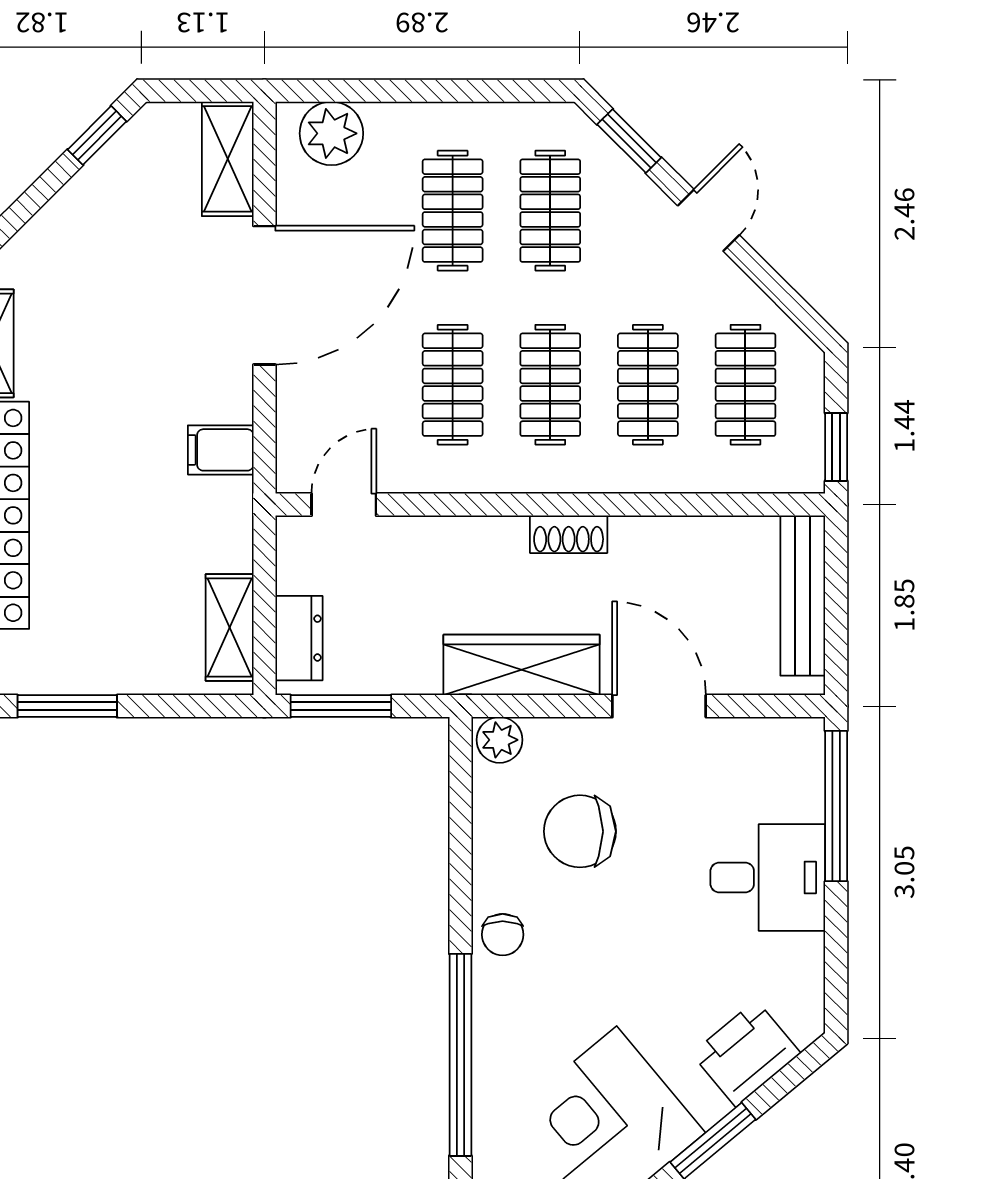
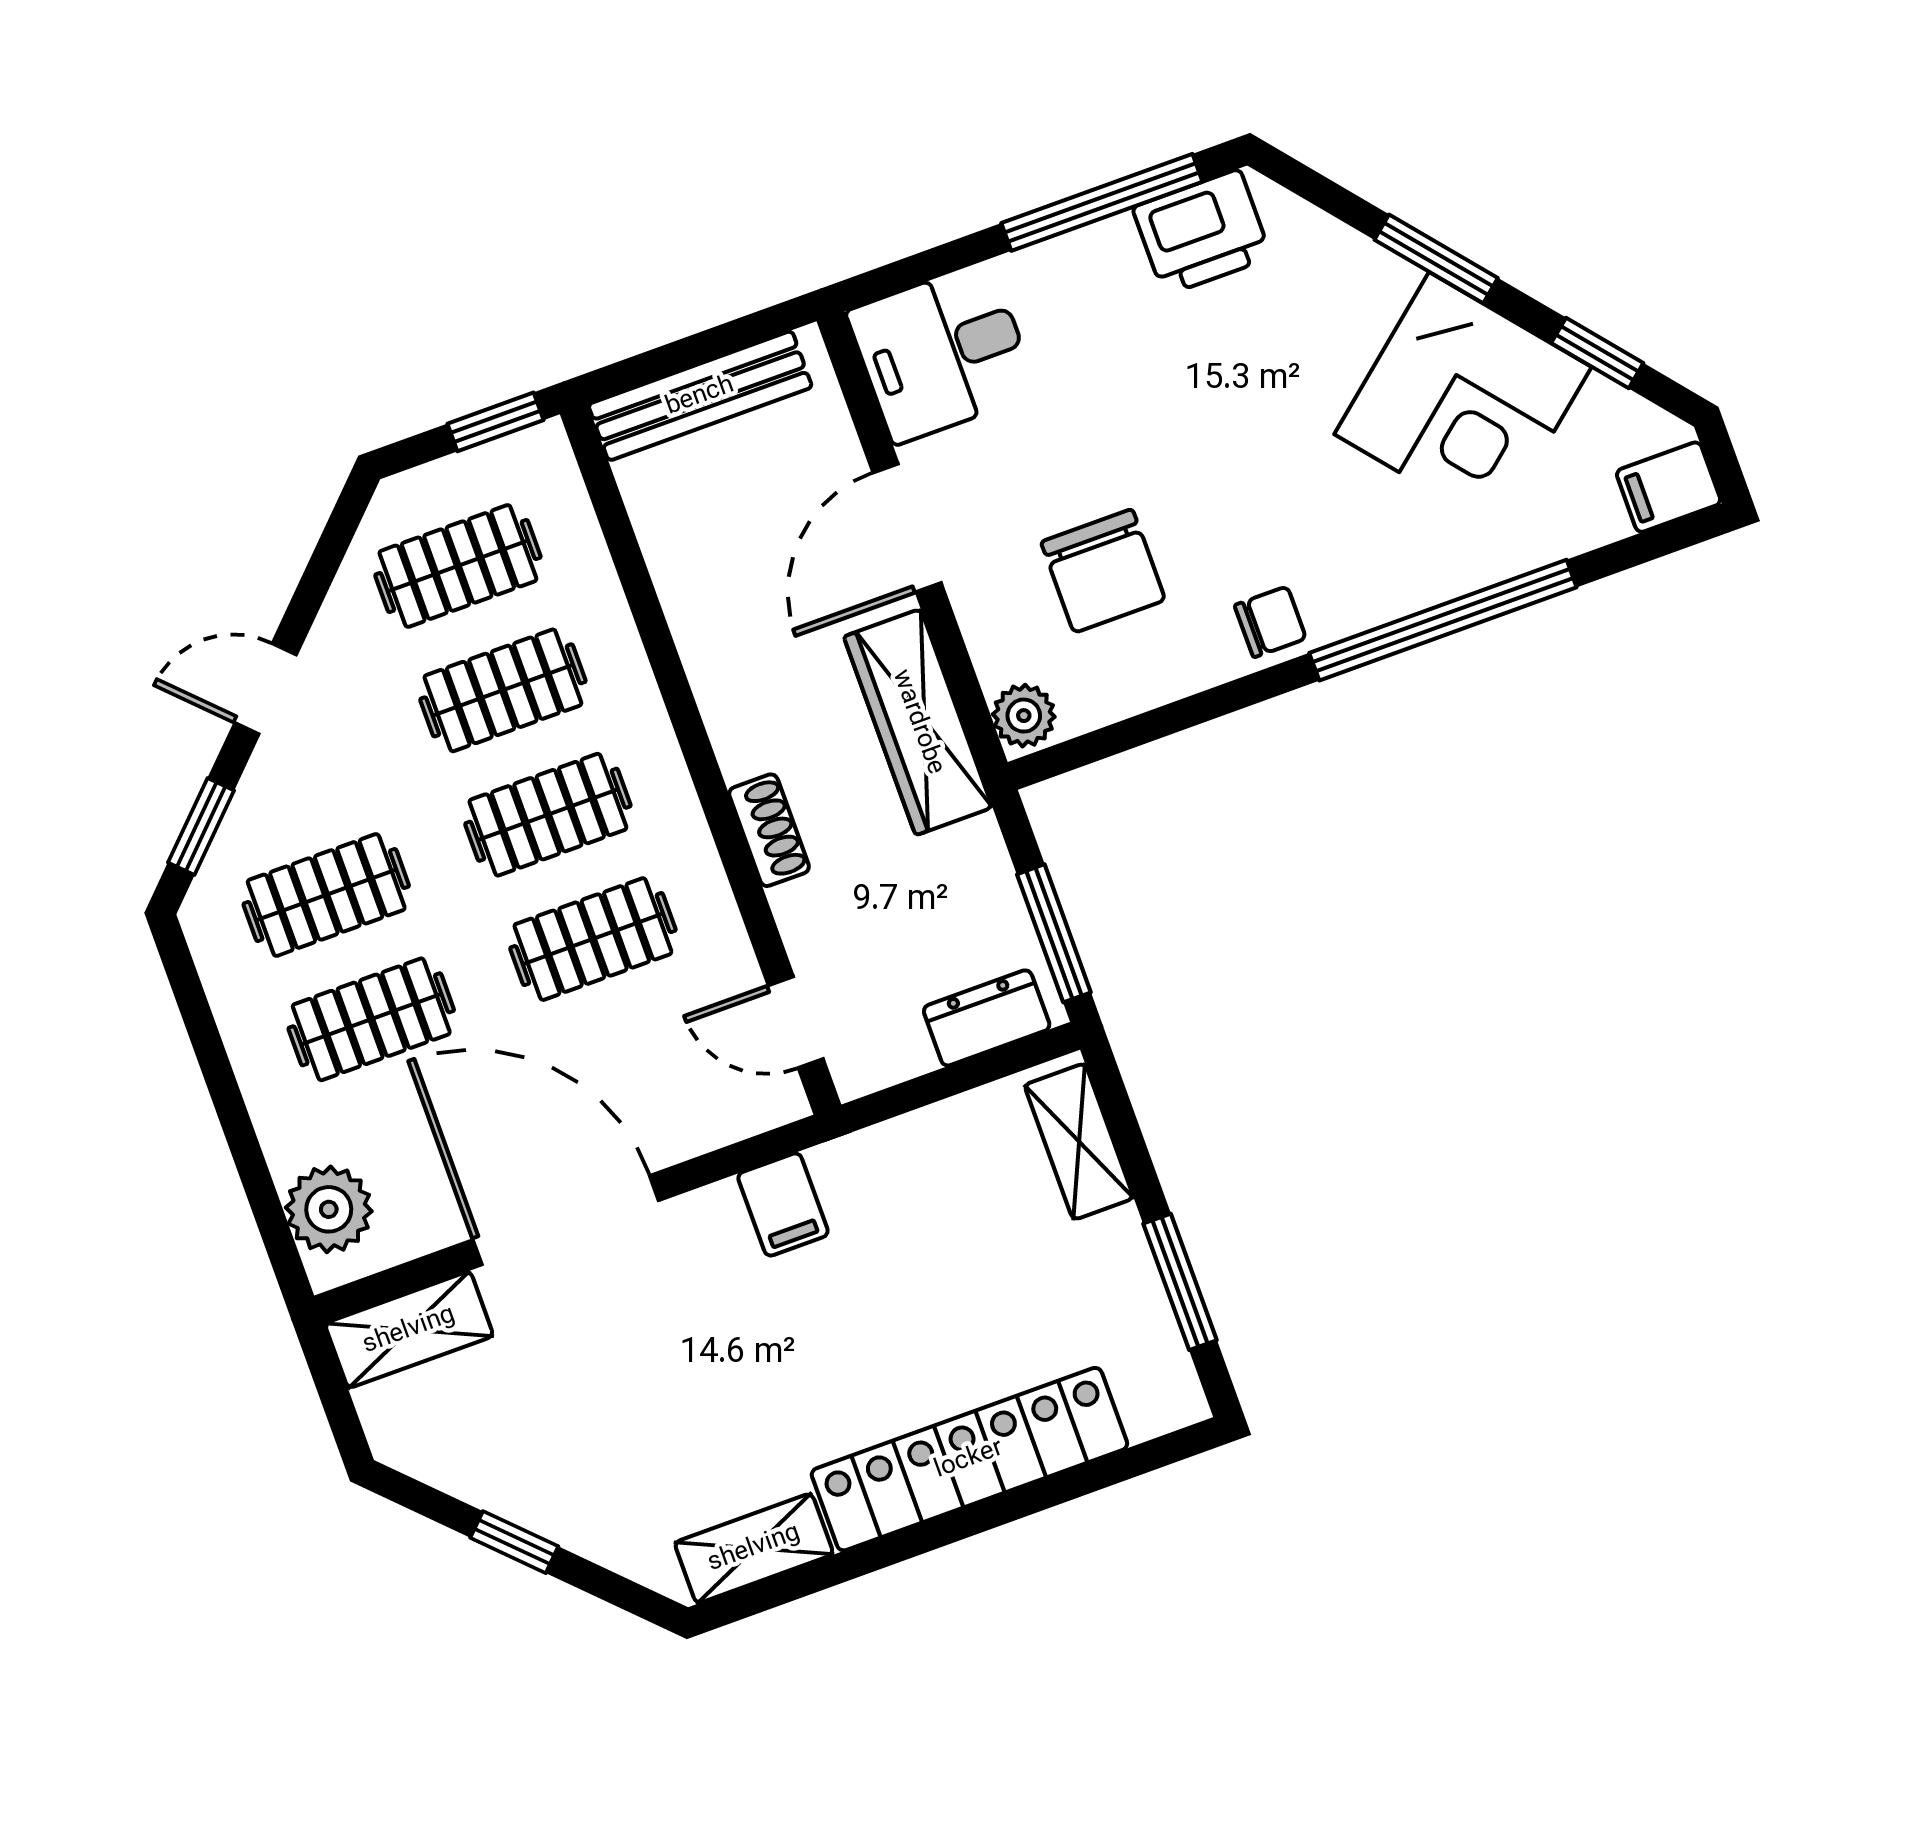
window: (97, 135) -> (514, 1542), moved
shoe rack: (569, 534) -> (769, 830), moved
shelving: (230, 628) -> (1079, 1142), moved, turned 90
window: (836, 806) -> (1102, 202), moved
desk: (768, 877) -> (942, 353), moved, turned -90
printer: (746, 1053) -> (1202, 232), moved, turned -50

